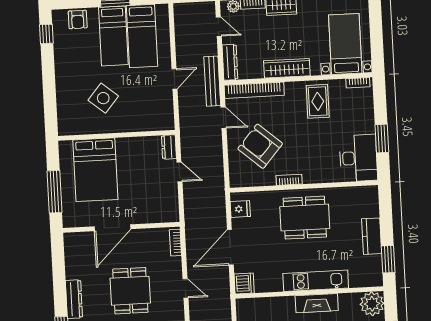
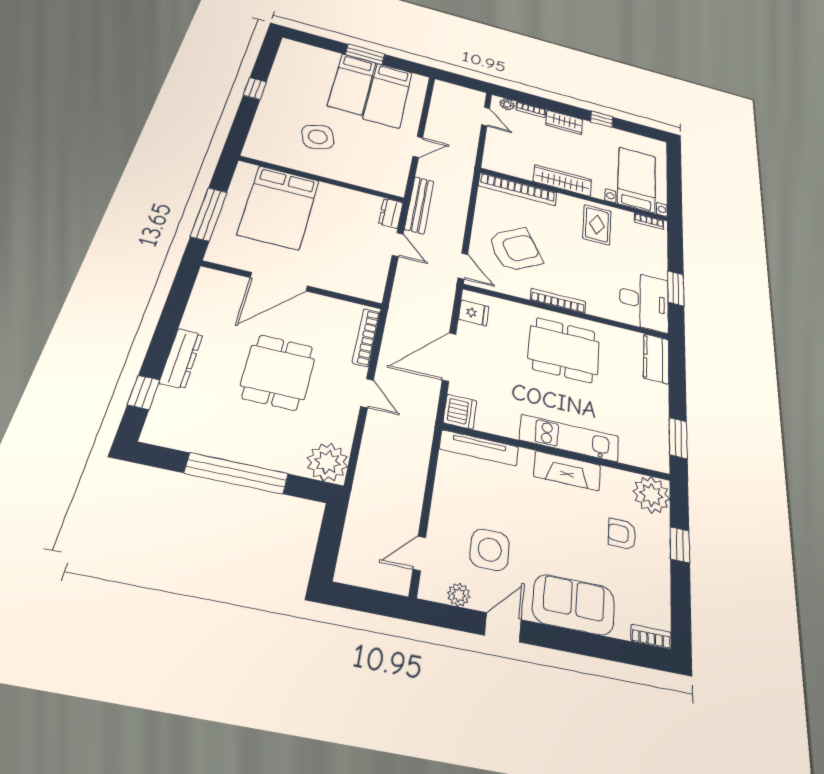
armchair: (78, 19) -> (312, 56), removed
window: (46, 34) -> (255, 89), moved
dresser: (230, 62) -> (492, 153), removed
bench: (212, 81) -> (419, 205), moved
side table: (103, 98) -> (318, 137), turned 32
door: (224, 118) -> (463, 266), moved
armchair: (260, 146) -> (515, 249), turned 109
bookcase: (289, 180) -> (558, 301), width x1.56
kitchen counter: (372, 236) -> (656, 359), moved
bookcase: (175, 243) -> (366, 337), width x1.56
tv unit: (260, 304) -> (479, 448), added

